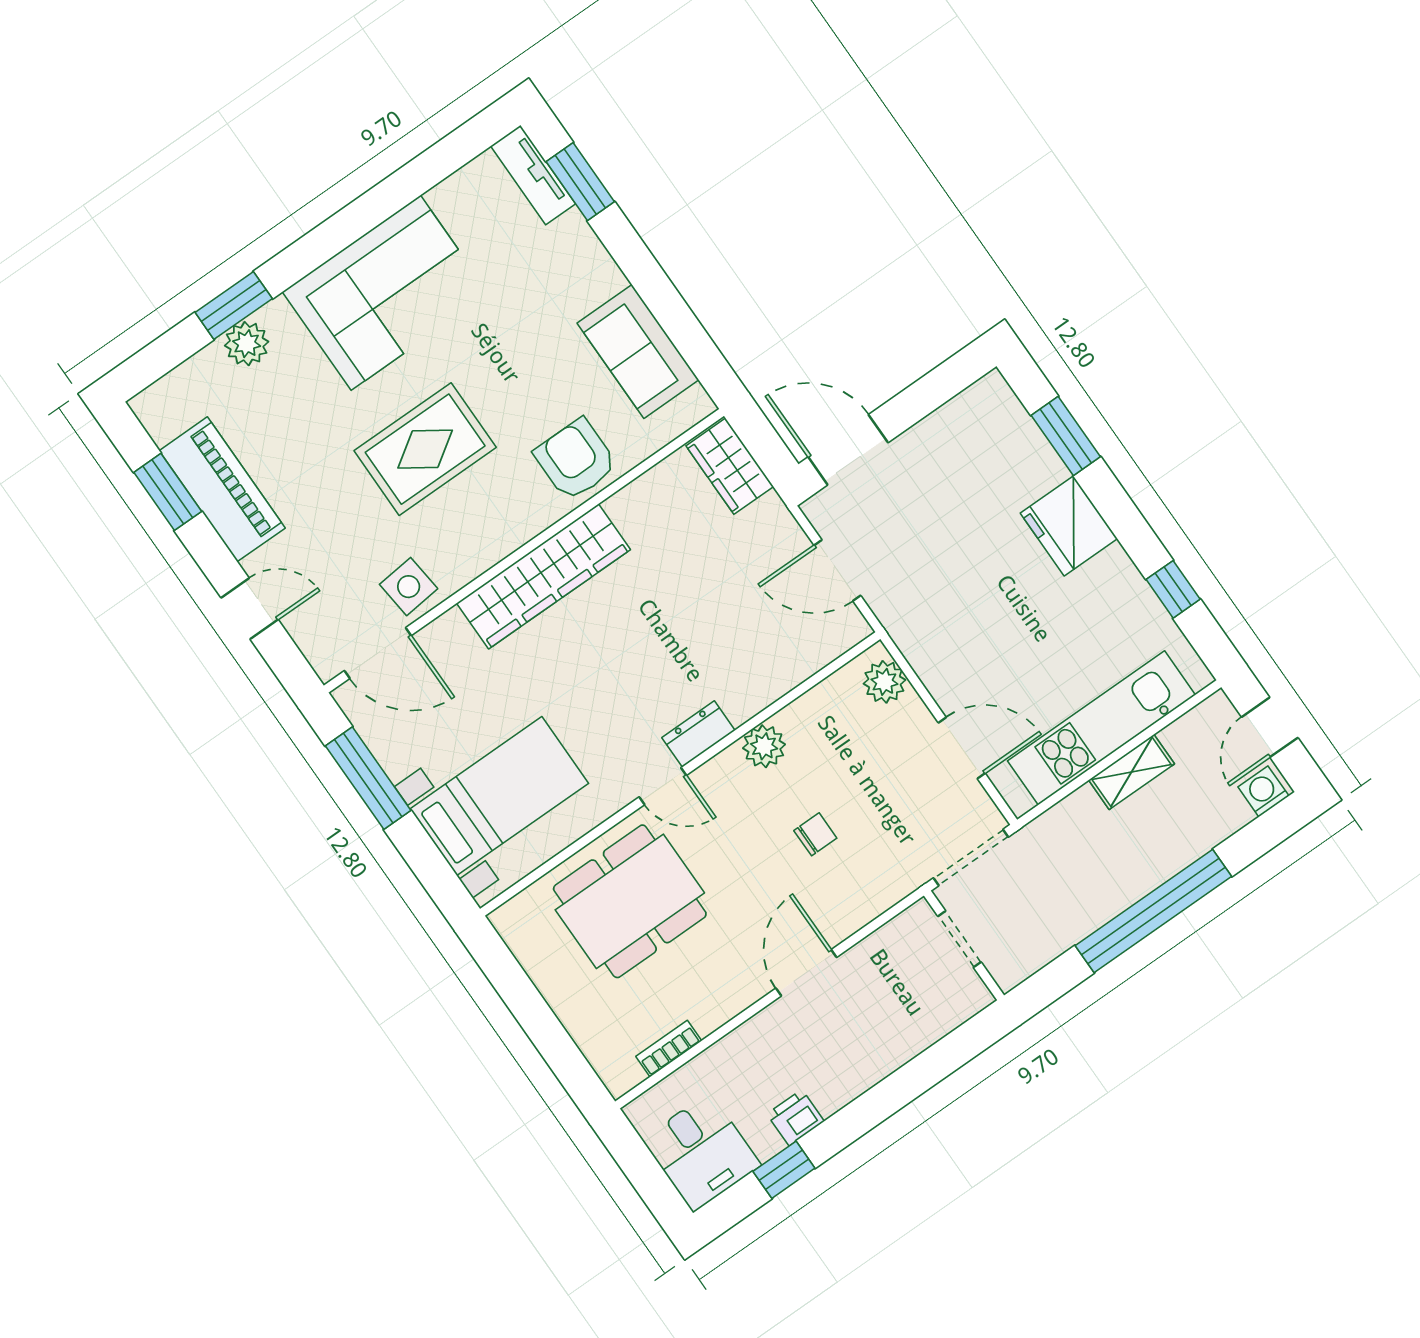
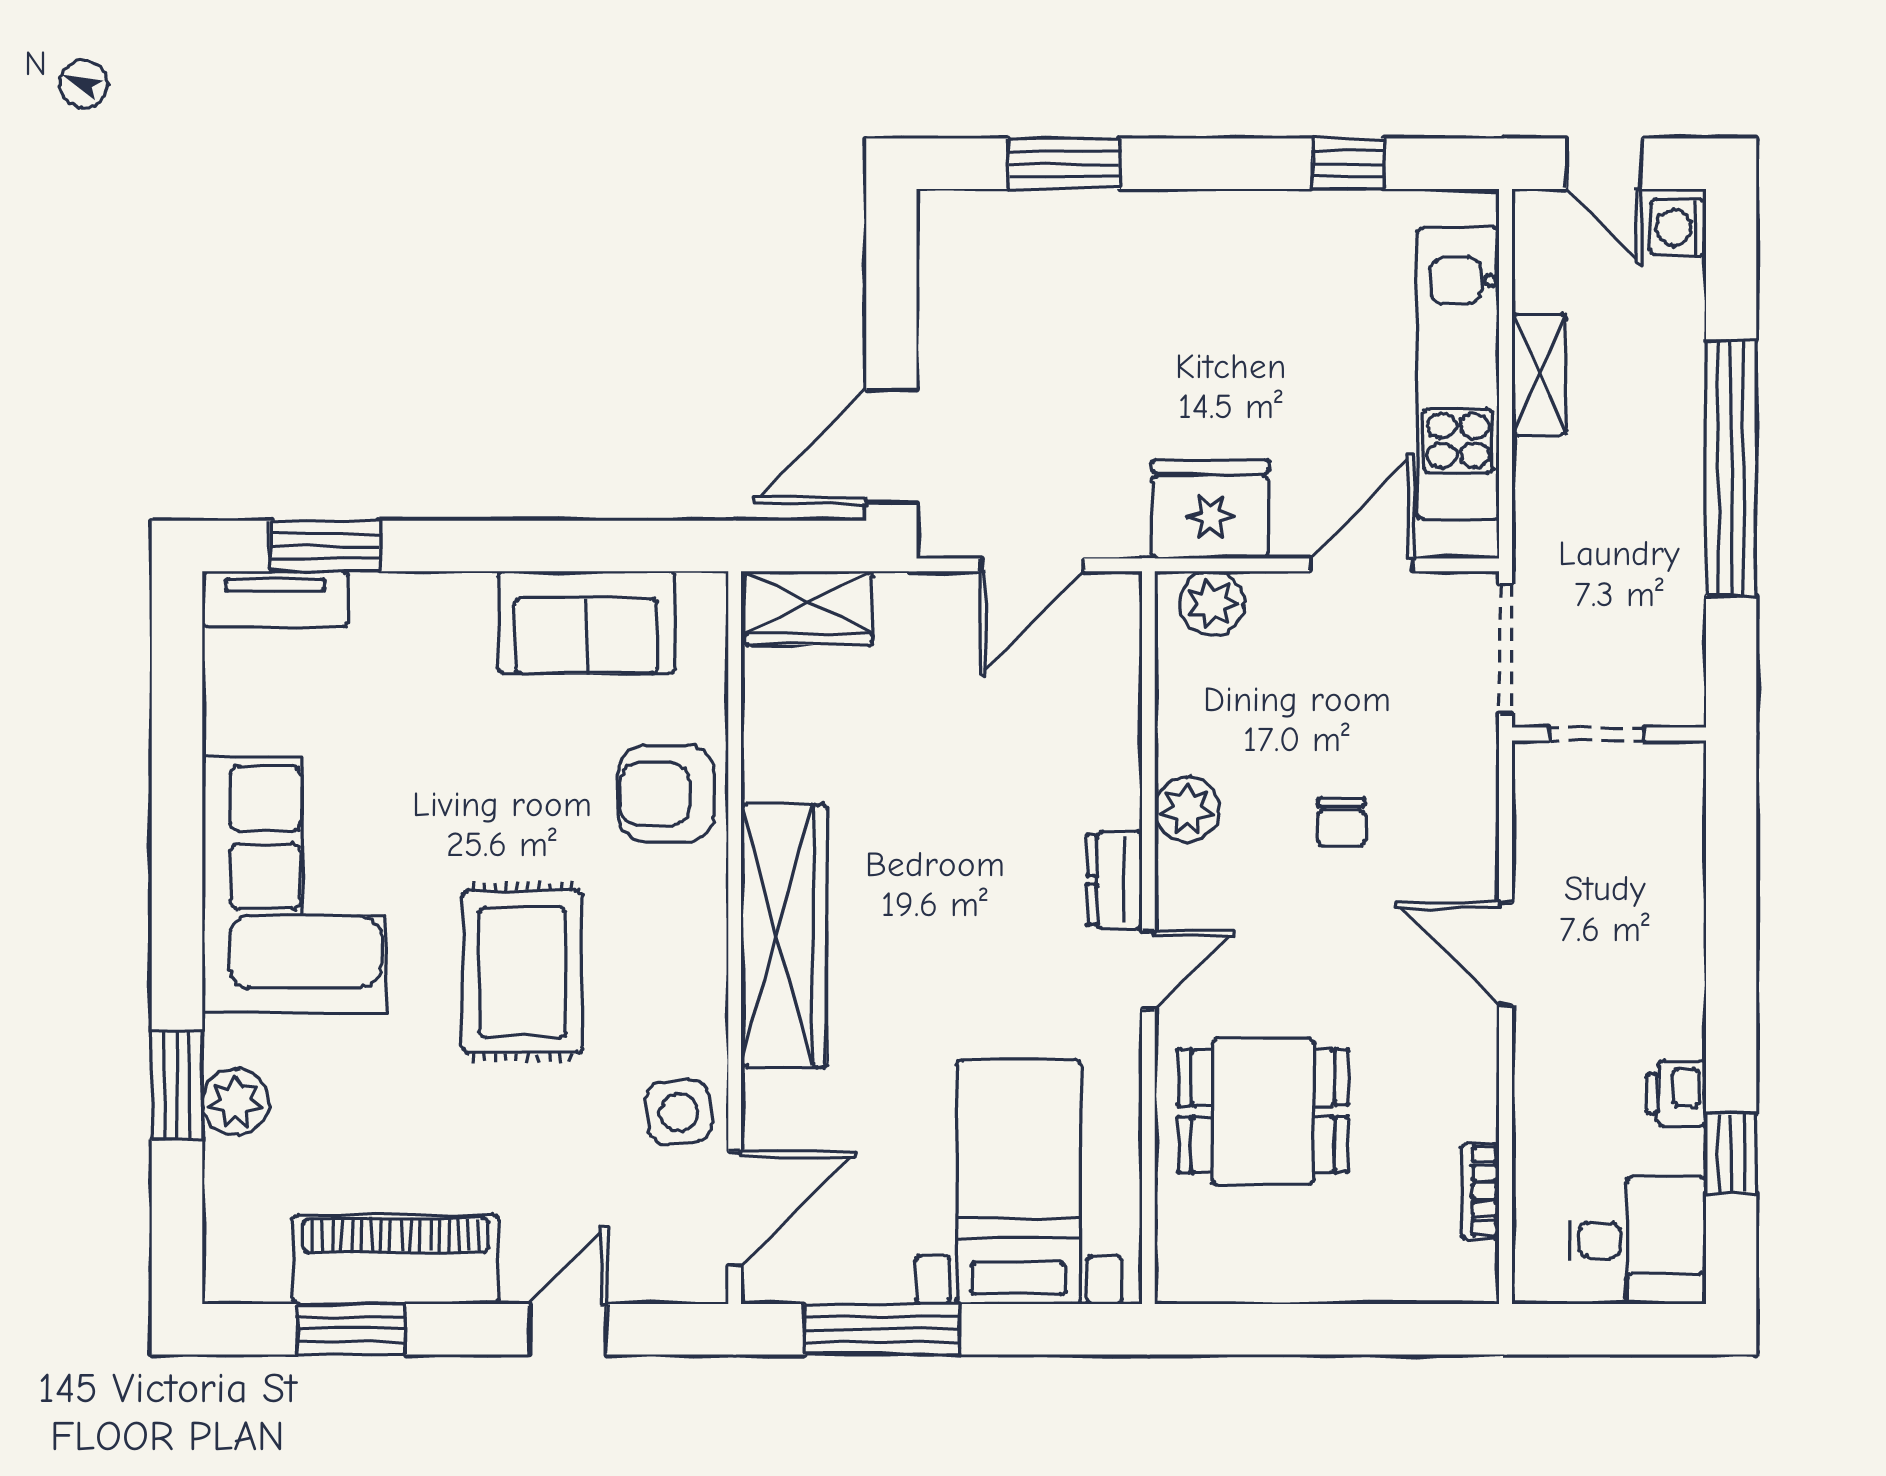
fridge: (1069, 526) -> (1210, 509), moved, turned 180
chair: (815, 834) -> (1341, 822), turned 180
dining table: (630, 901) -> (1263, 1111), width x0.73

